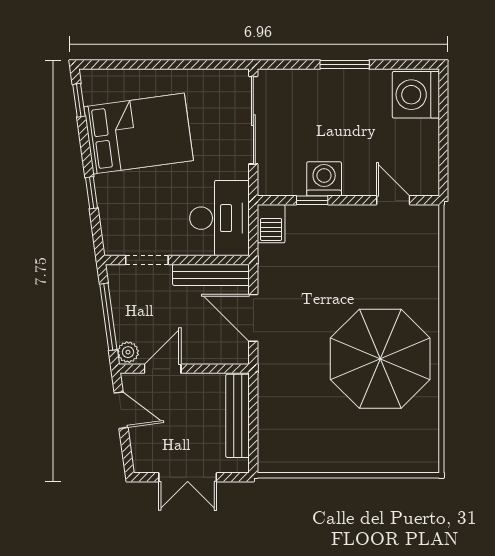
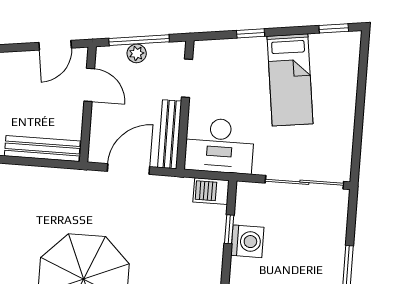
bed: (139, 134) -> (290, 80), width x0.67
plant: (128, 352) -> (137, 53), moved

